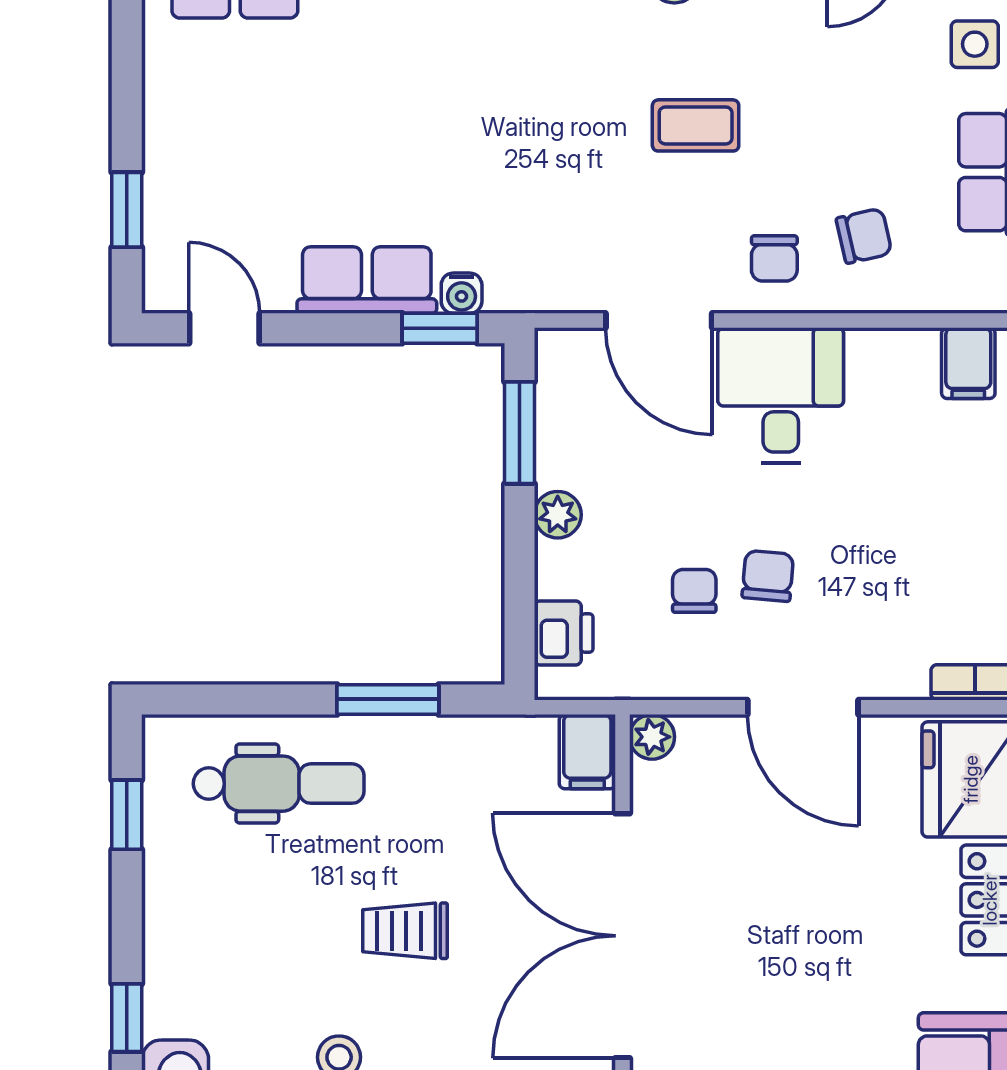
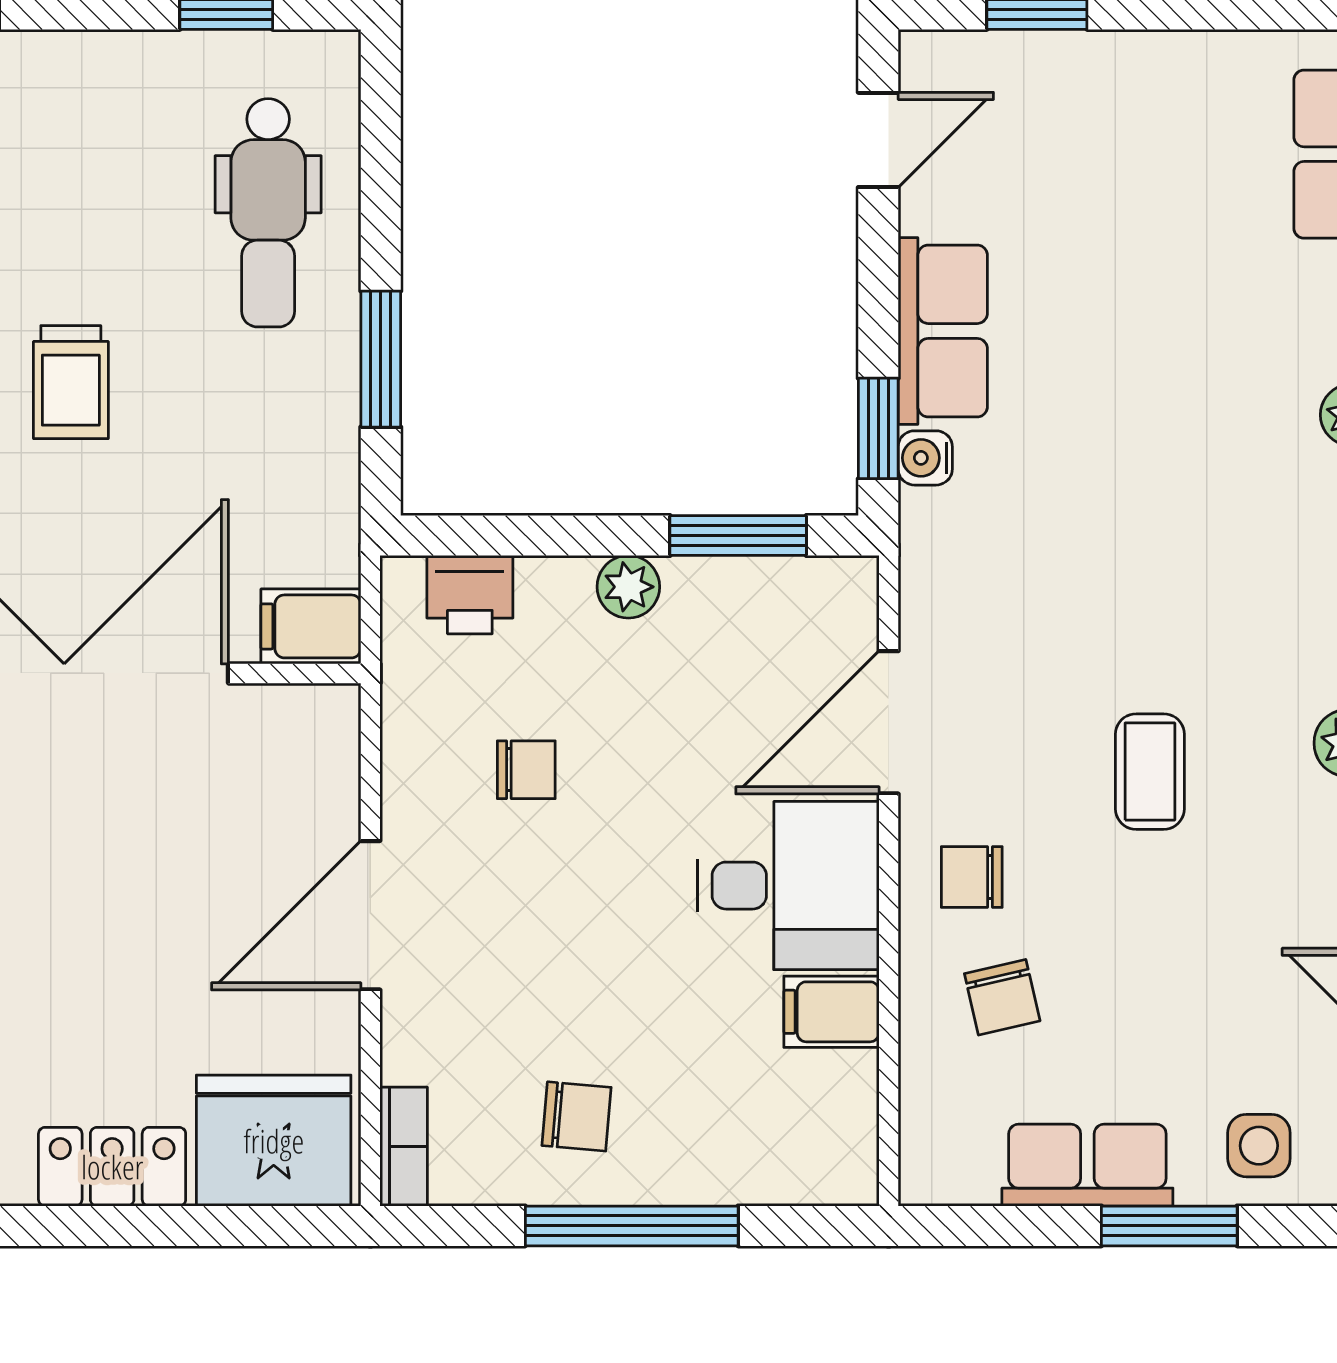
filing cabinet: (968, 363) -> (831, 1012), moved
chair: (768, 576) -> (577, 1116), moved
plant: (652, 737) -> (331, 713), removed
trolley: (405, 931) -> (71, 382), turned 180

